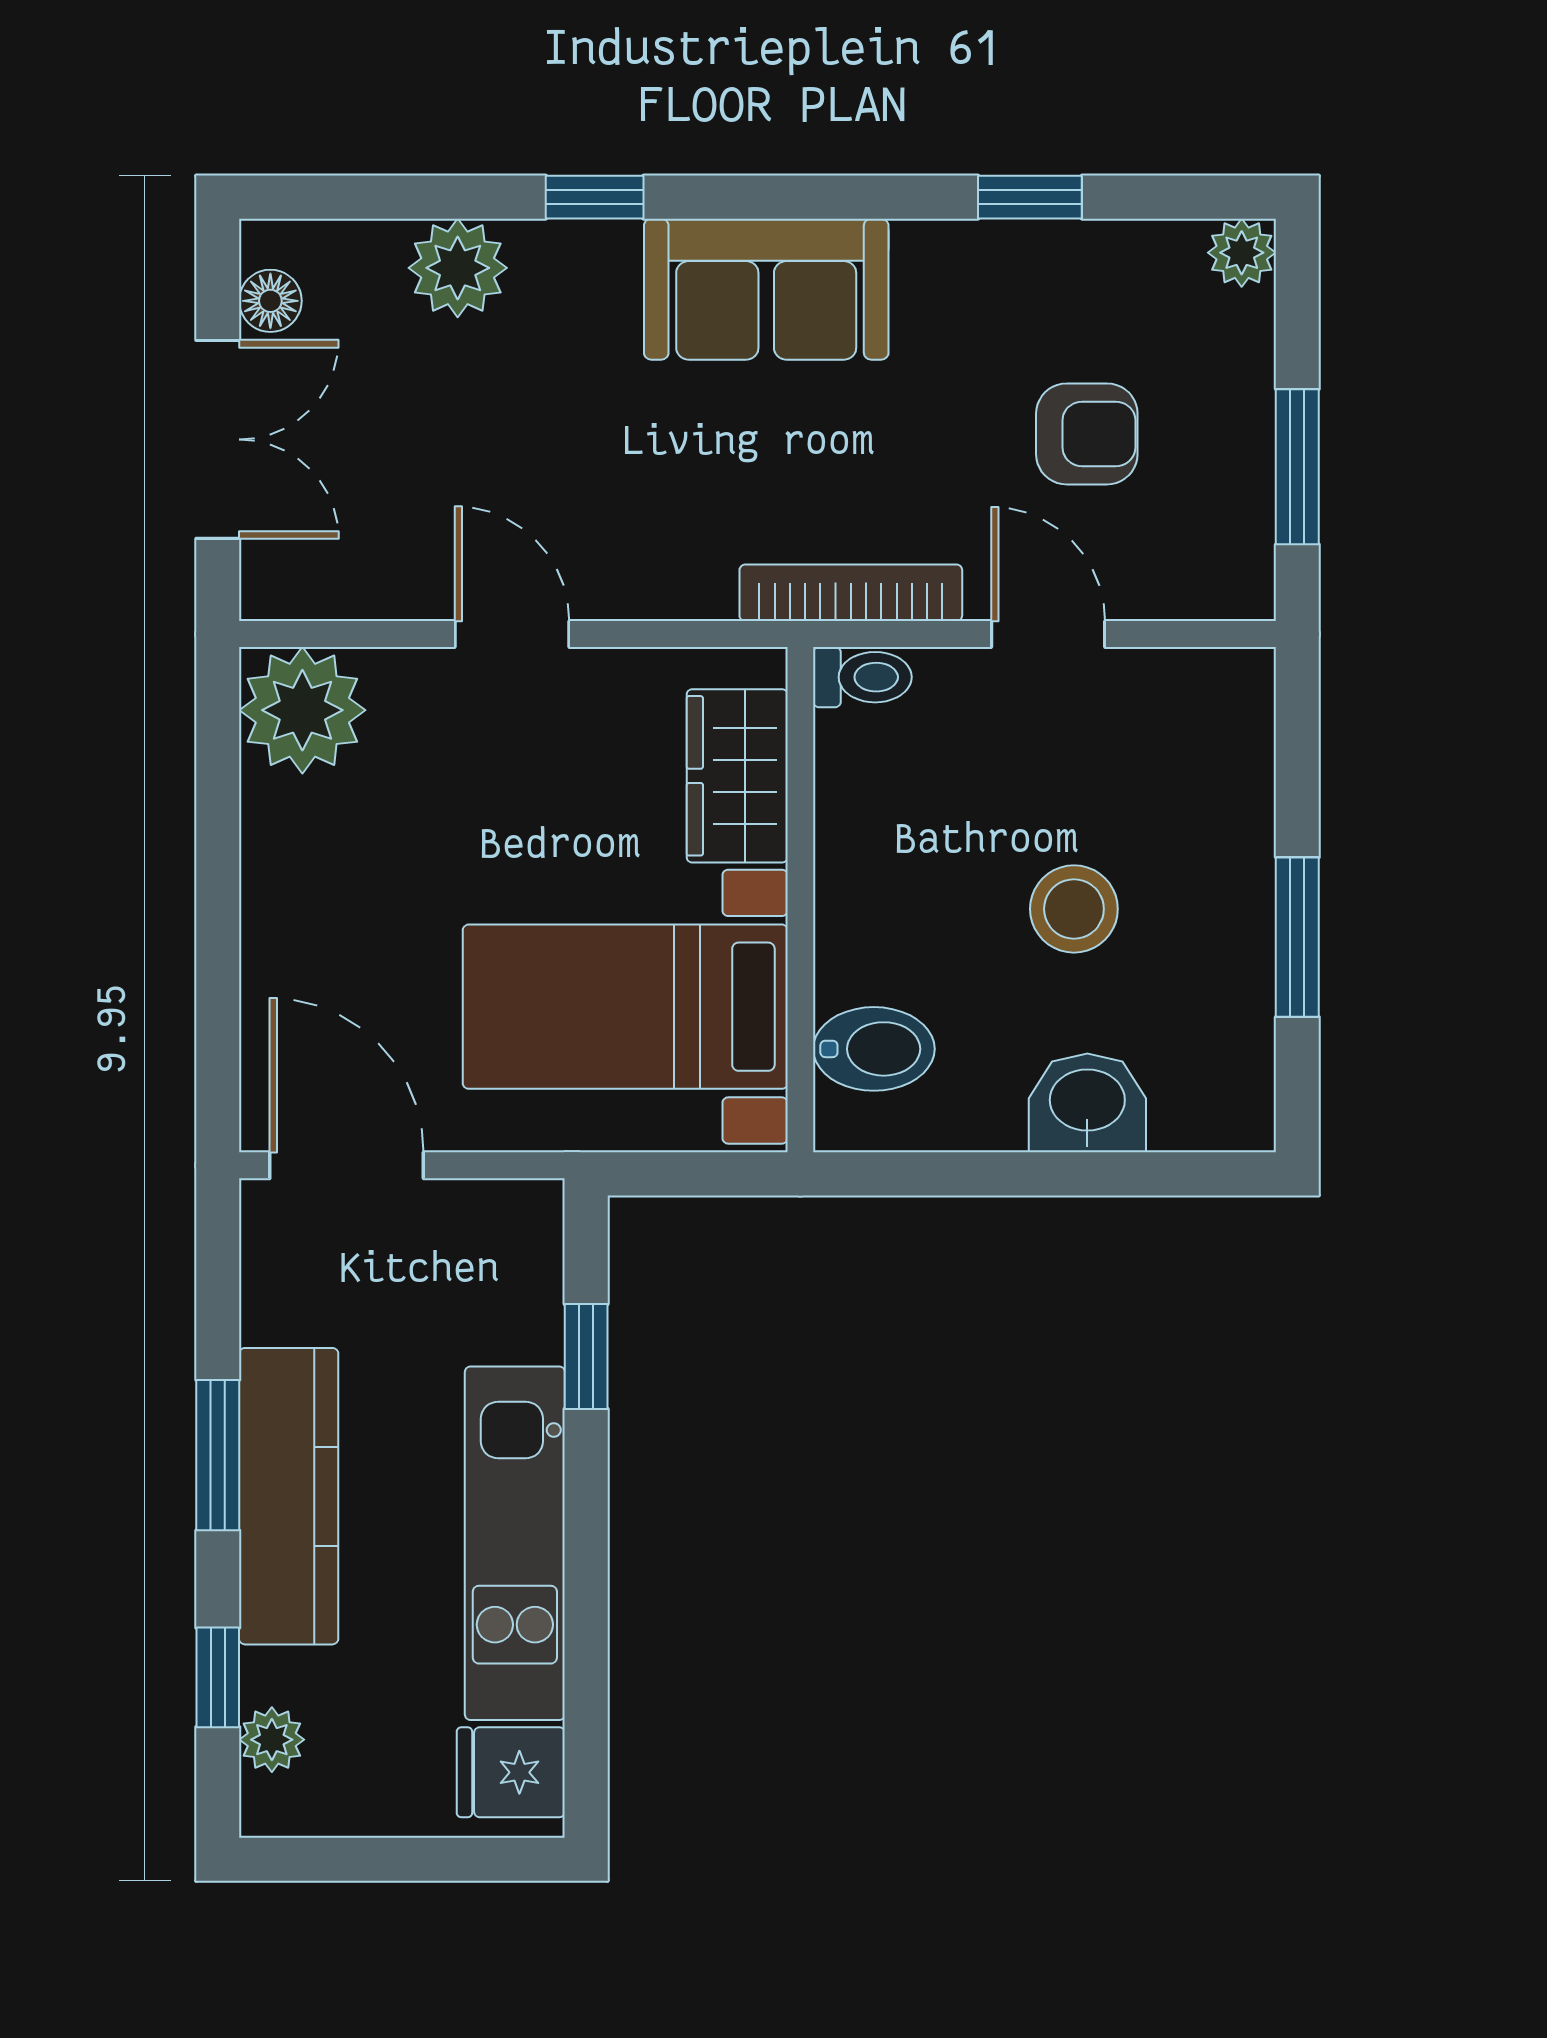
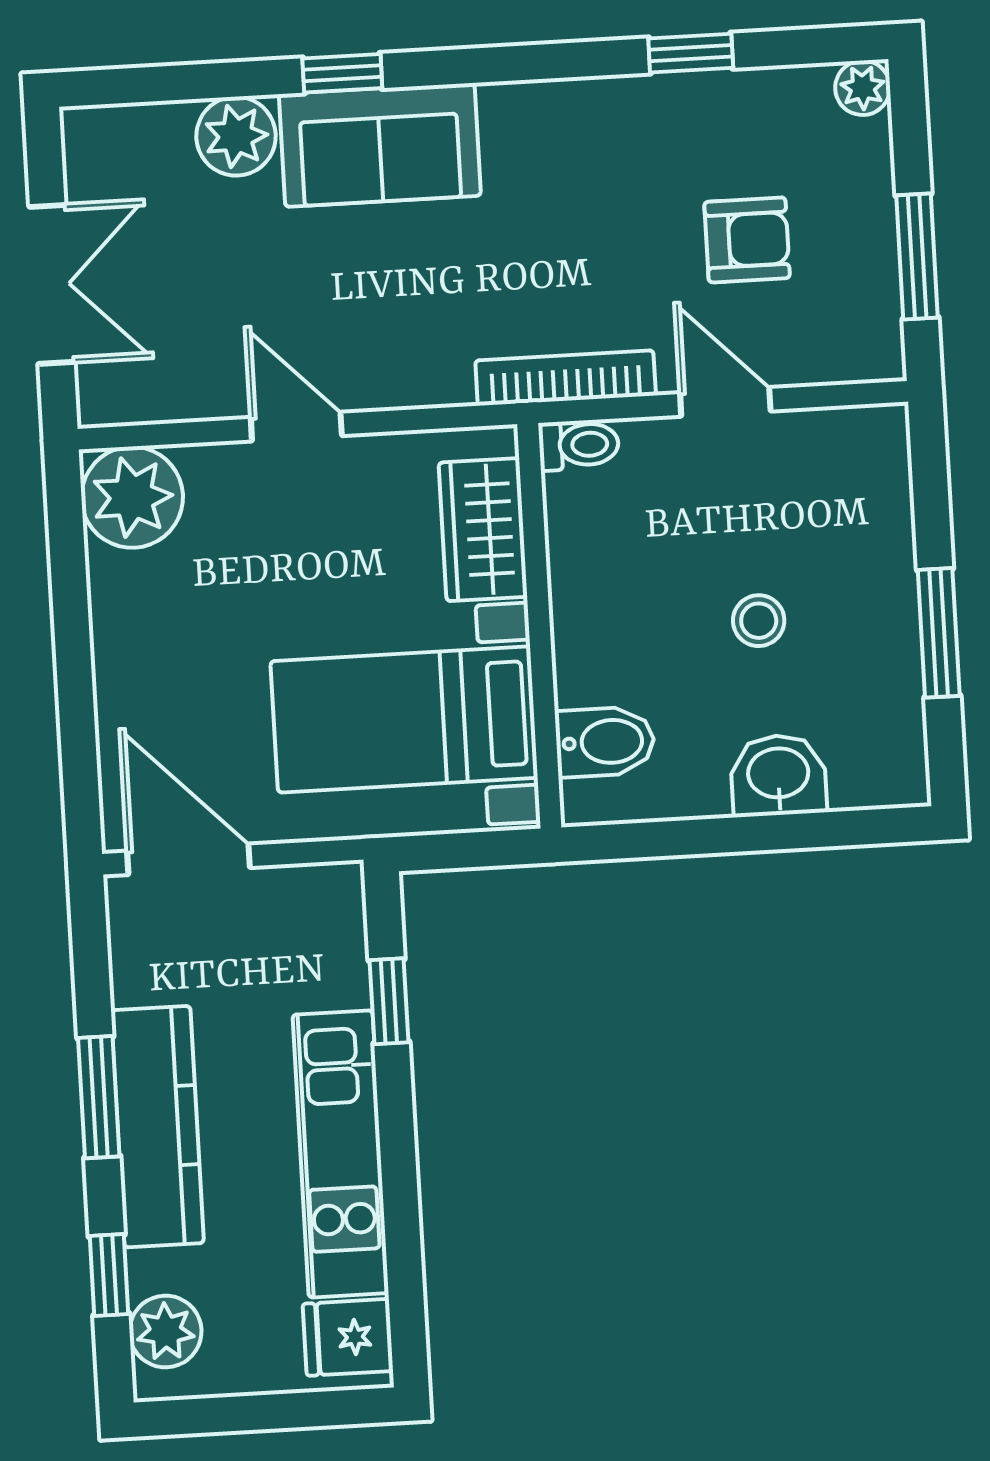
sofa: (766, 289) -> (380, 145), moved
floor lamp: (270, 301) -> (88, 171), removed
stool: (1074, 909) -> (759, 621), width x0.73, depth x0.73
plant: (272, 1740) -> (165, 1332), width x1.38, depth x1.38

